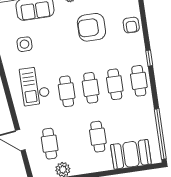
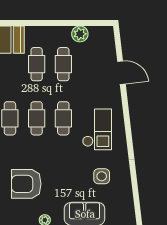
armchair: (91, 27) -> (26, 184), turned 180
cafe table: (50, 144) -> (63, 64), moved

